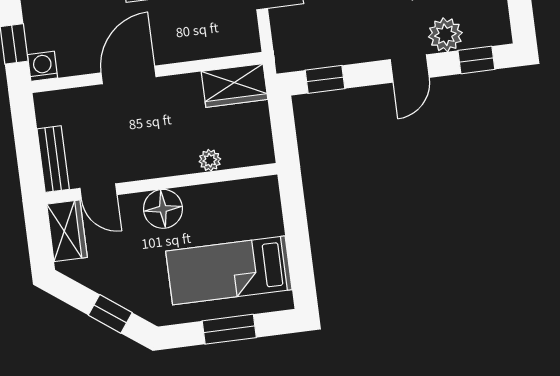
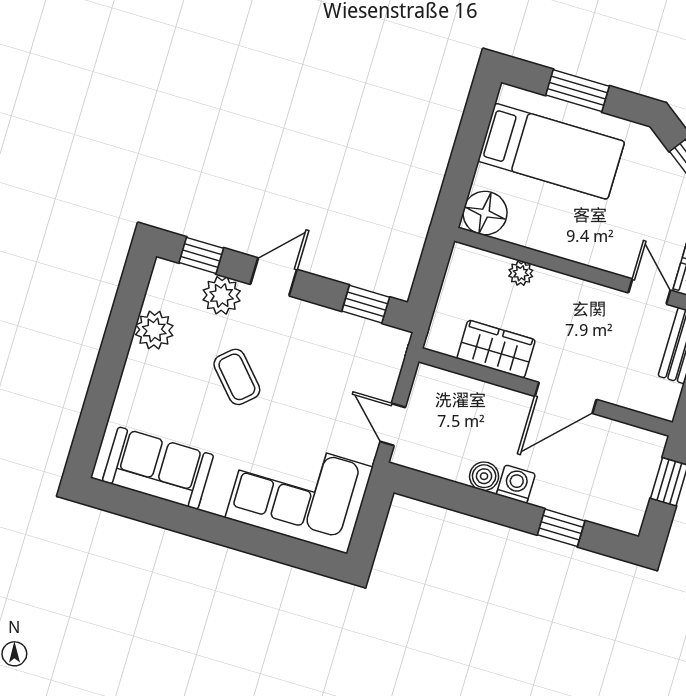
washing machine: (43, 66) -> (650, 446), removed
wardrobe: (234, 85) -> (496, 349), moved
floor lamp: (163, 209) -> (485, 213), moved

